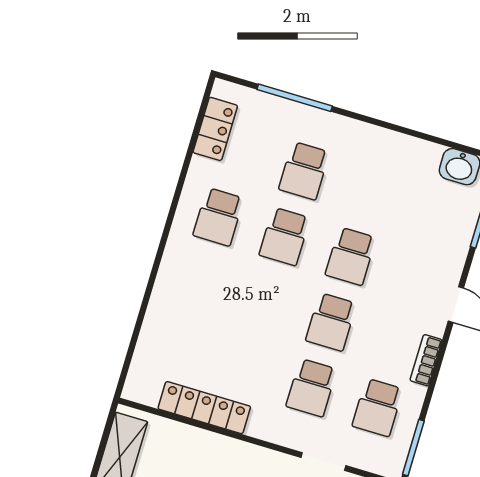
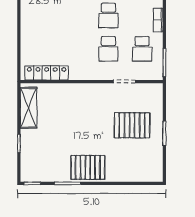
locker: (204, 408) -> (47, 73), moved

